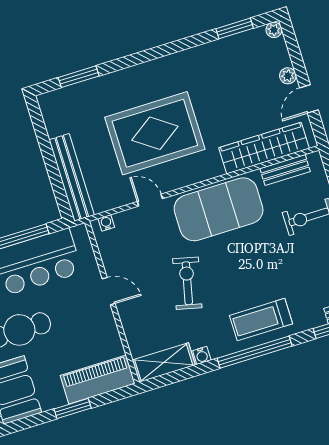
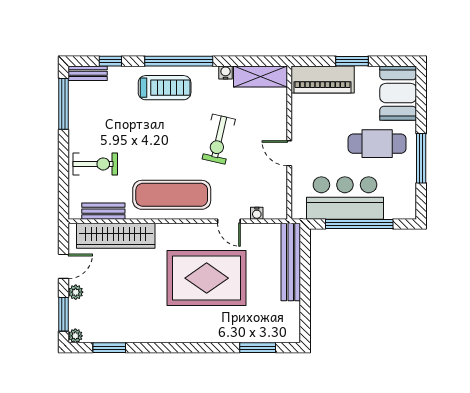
window: (293, 49) -> (64, 314), added
exercise mat: (219, 209) -> (172, 195), width x0.68
water cooler: (106, 223) -> (257, 213), moved

